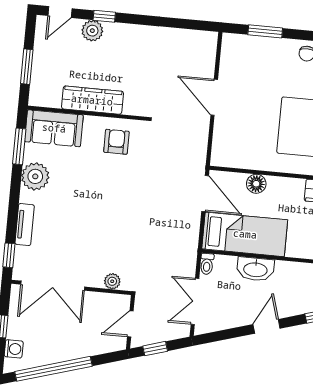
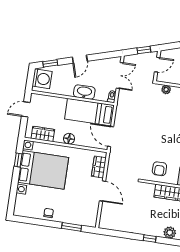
window: (104, 16) -> (150, 239), moved
wardrobe: (223, 139) -> (99, 167), added
floor lamp: (256, 184) -> (69, 139), moved

